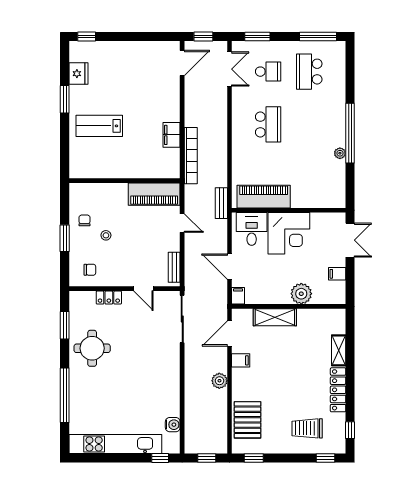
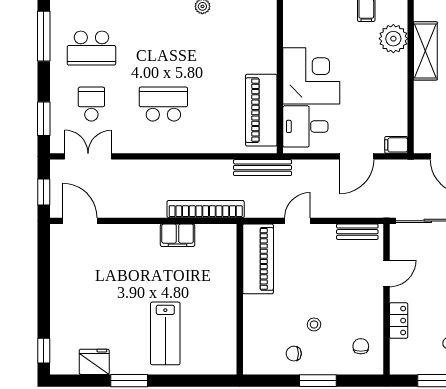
bench: (221, 203) -> (263, 168), width x1.36
plant: (301, 294) -> (393, 39), moved
shelving: (275, 317) -> (425, 51), moved

